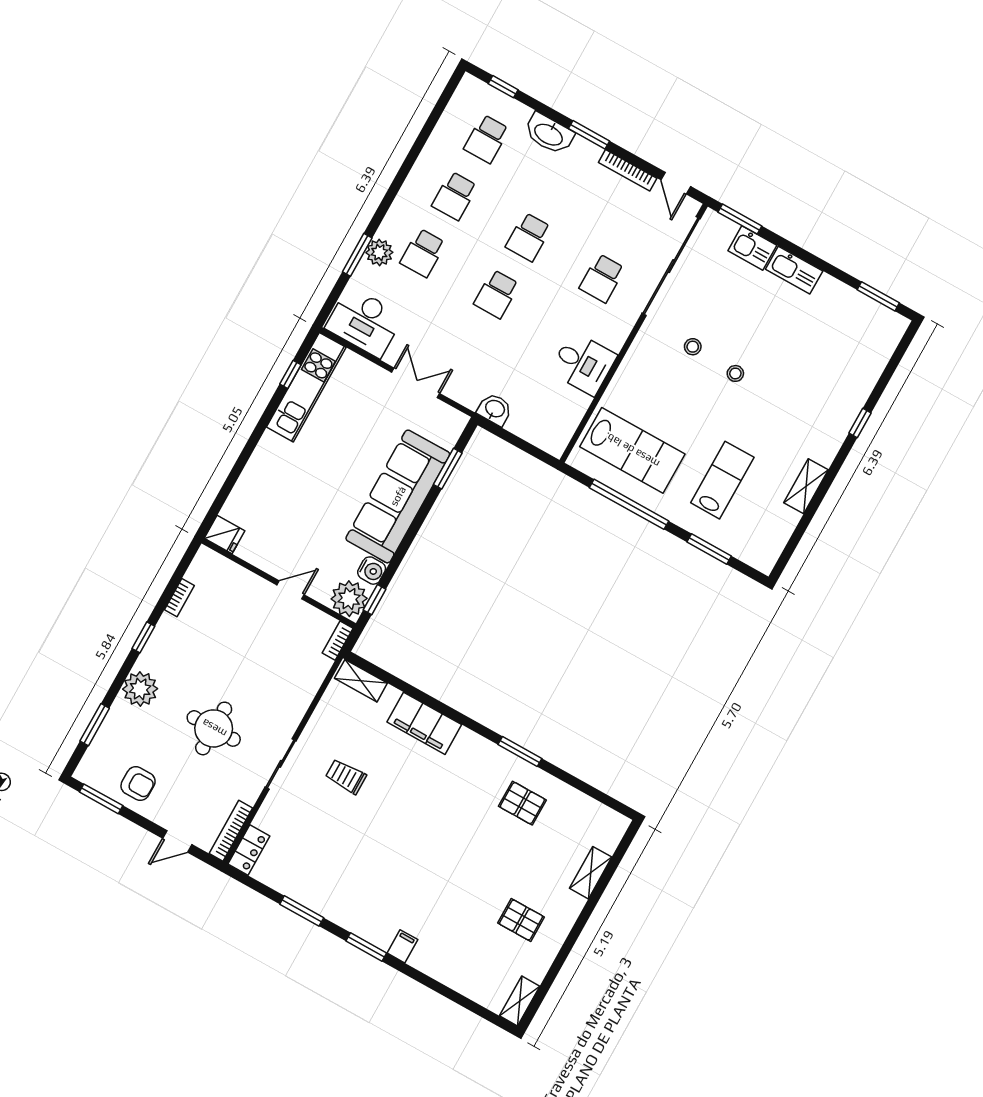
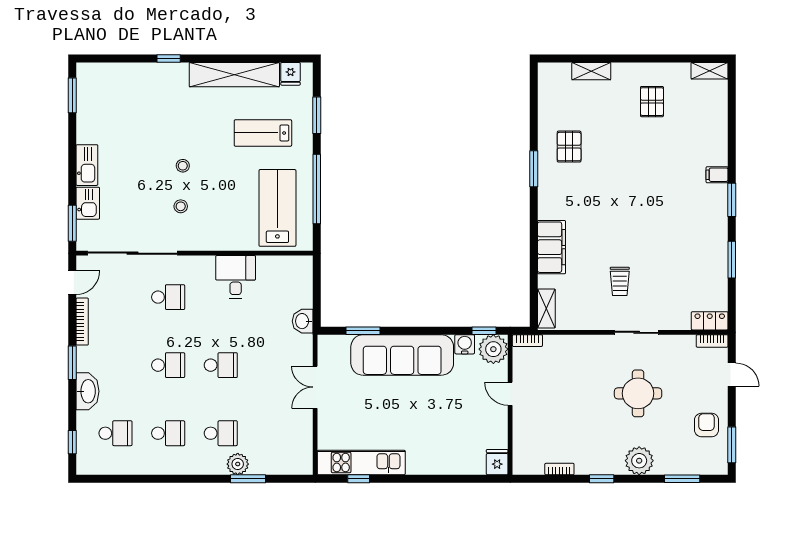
desk: (364, 322) -> (292, 447), removed
shelving: (806, 486) -> (234, 75), width x2.20, depth x1.33
fridge: (770, 546) -> (290, 74), added
bookcase: (231, 831) -> (712, 341), width x0.64

